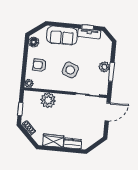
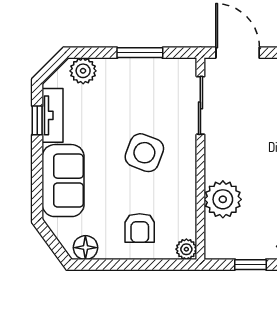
plant: (104, 67) -> (83, 71), moved

